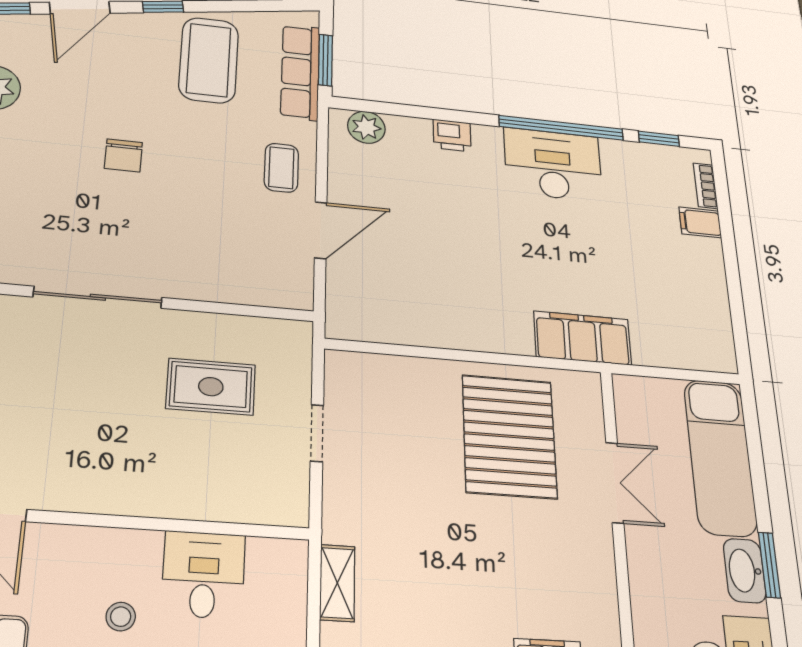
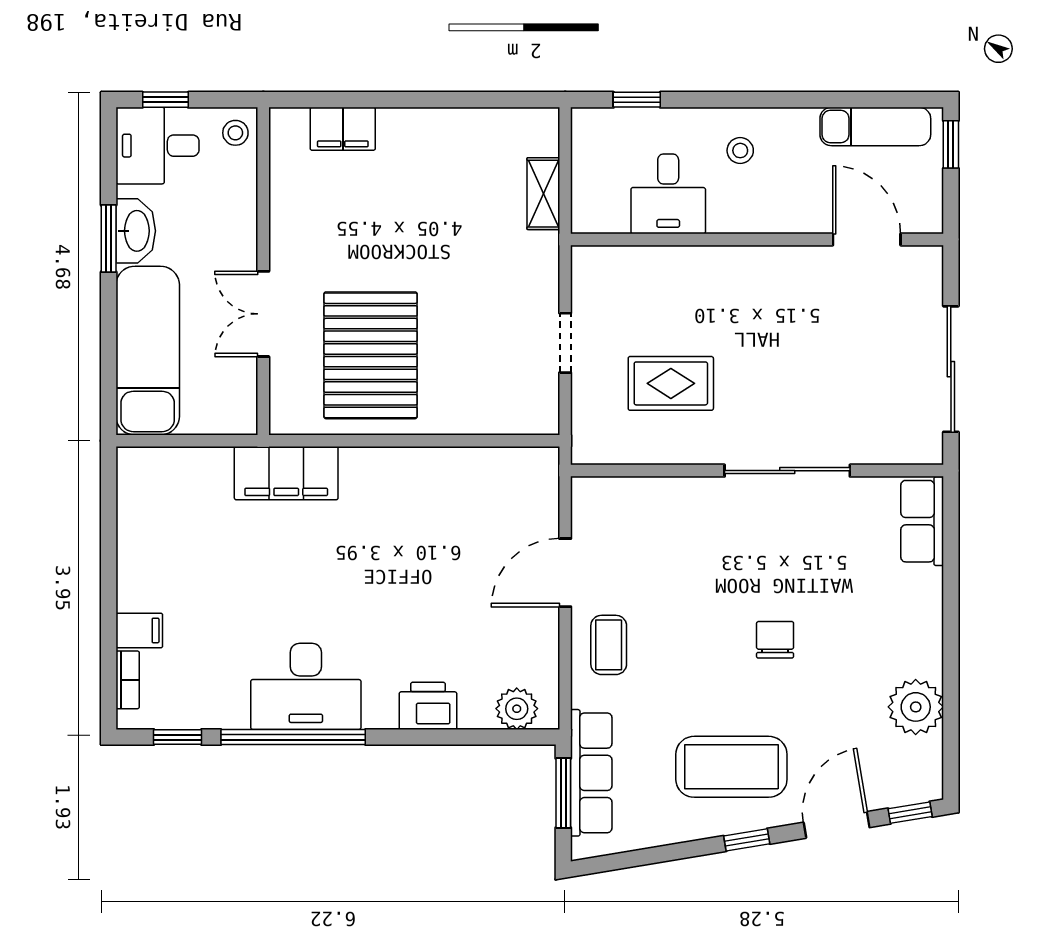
coffee table: (209, 60) -> (731, 767), moved, turned 90
printer: (452, 135) -> (428, 706), width x1.36, depth x1.24

